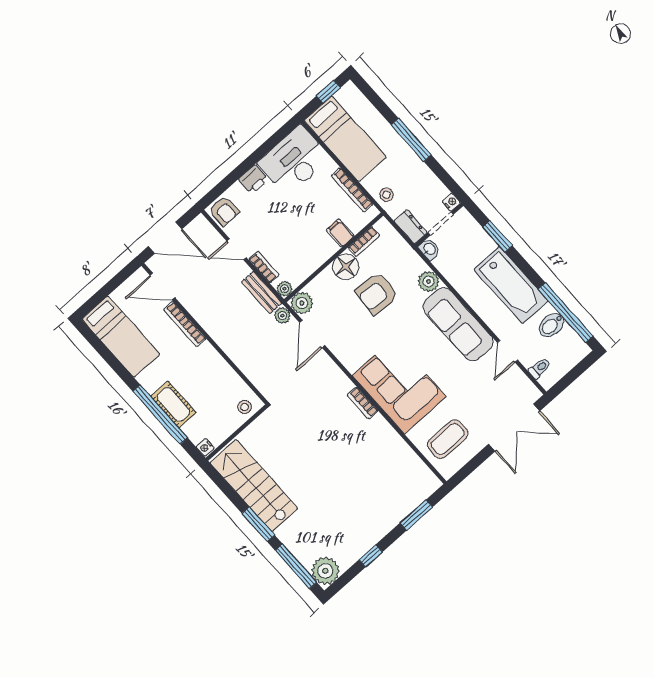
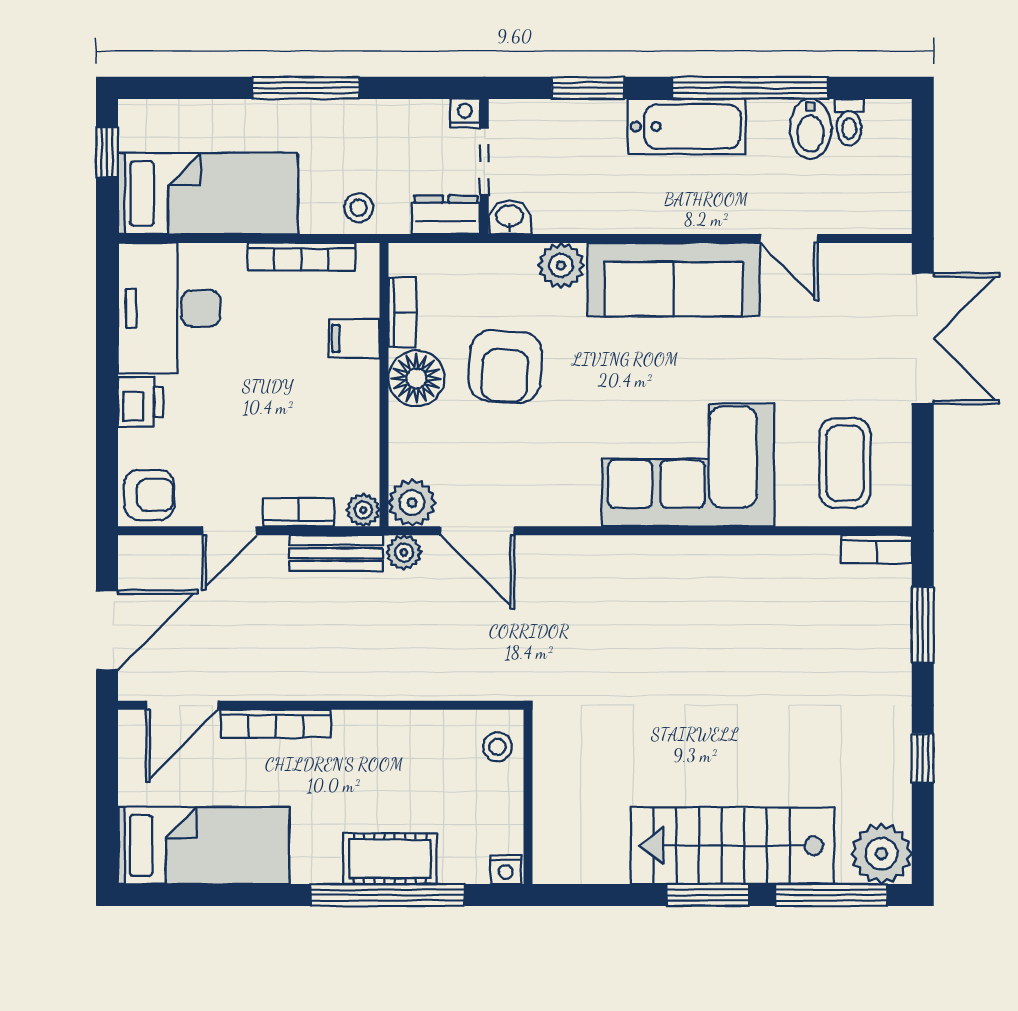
bathtub: (511, 285) -> (687, 127), width x0.73, depth x0.73
window: (565, 313) -> (750, 88), moved
toilet: (540, 368) -> (849, 122), moved, turned 180
bookcase: (363, 403) -> (876, 549), moved
stairs: (254, 486) -> (733, 846), moved

